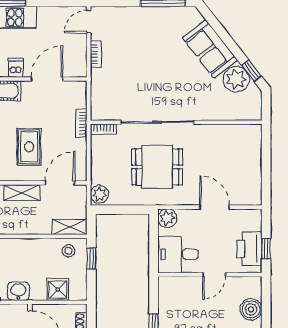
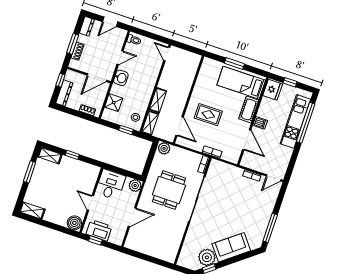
door: (89, 21) -> (274, 178), swing flipped
shelving: (22, 193) -> (158, 100), moved
boiler: (251, 309) -> (74, 223), moved

